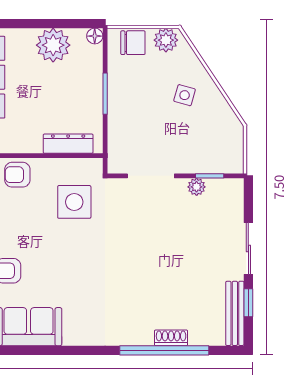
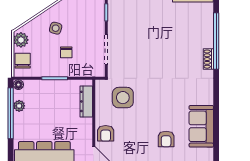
window: (49, 24) -> (11, 113), added
plant: (53, 45) -> (19, 106), width x0.53, depth x0.53
chair: (146, 112) -> (66, 52), added
plant: (197, 187) -> (113, 21), removed
shoe rack: (171, 338) -> (208, 59), moved

